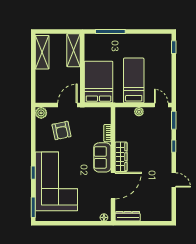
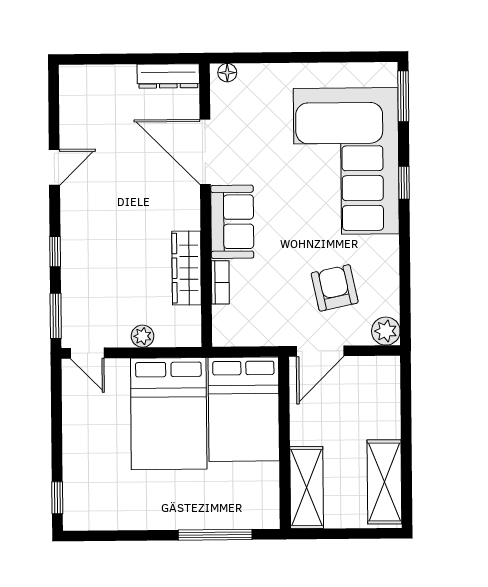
bed: (134, 80) -> (169, 414), width x1.50
wardrobe: (121, 157) -> (187, 268), moved
door: (174, 180) -> (54, 167), swing flipped
door: (113, 186) -> (205, 152), hinge flipped

